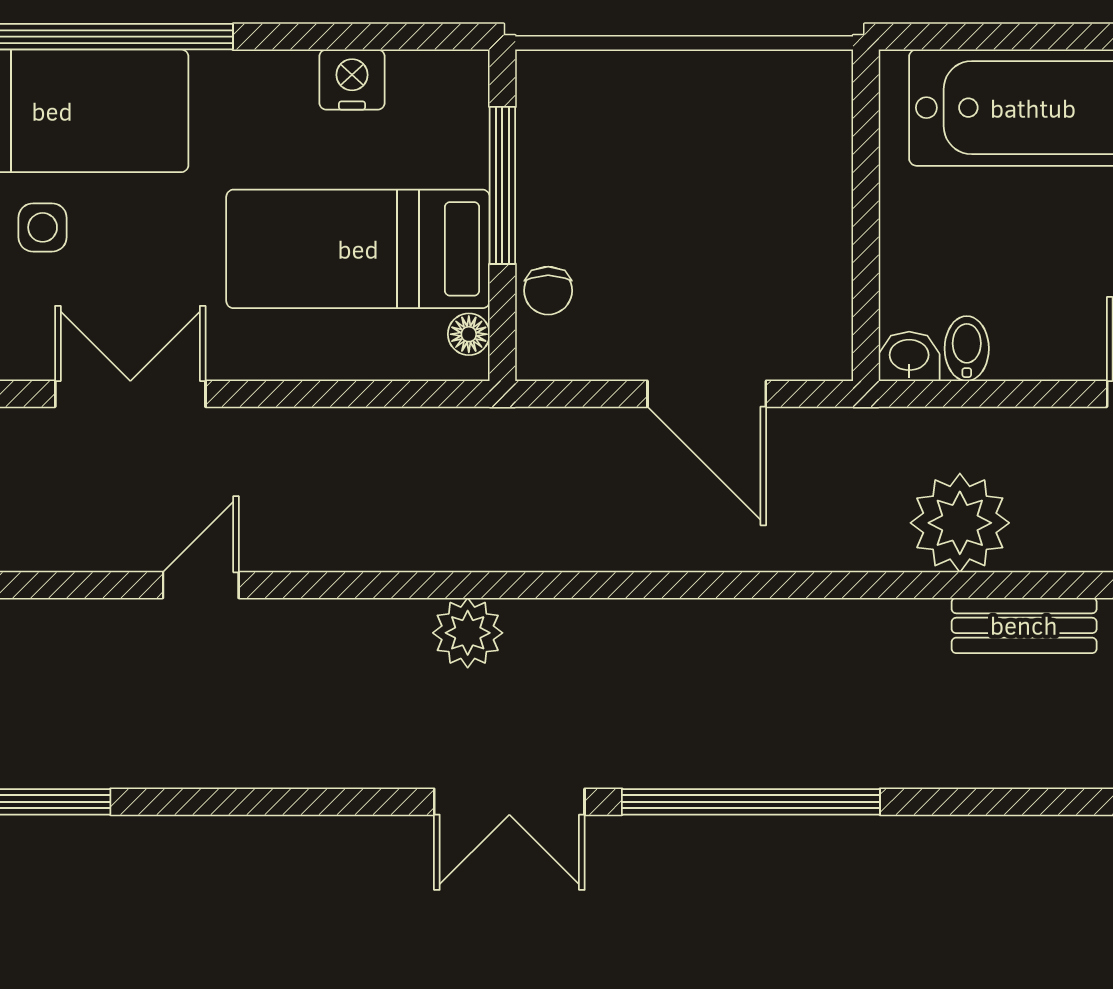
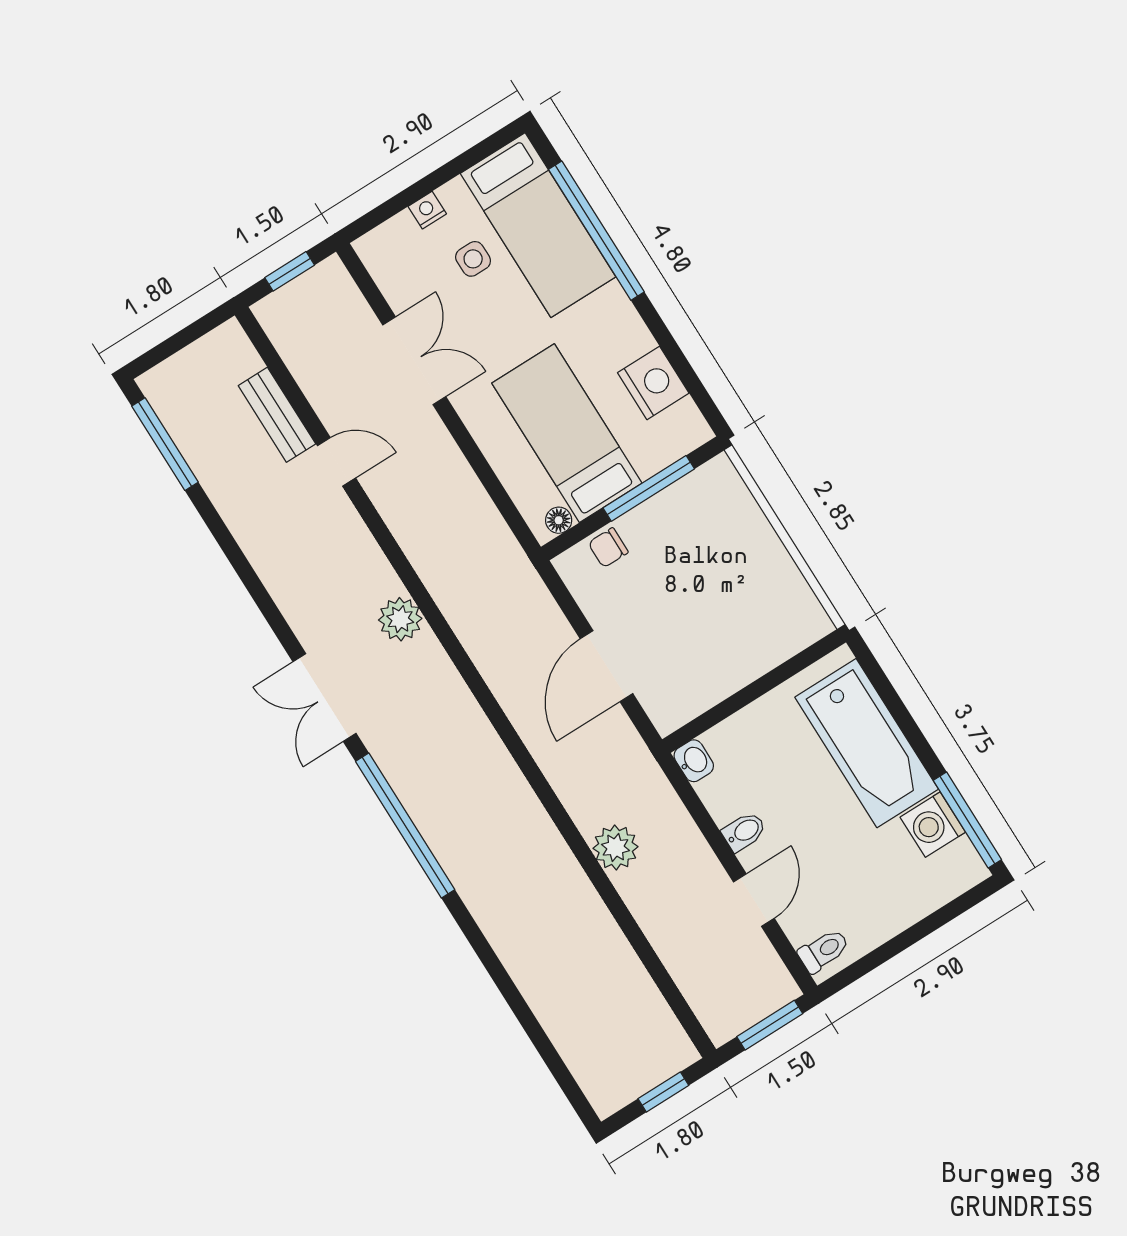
nightstand: (352, 80) -> (653, 383), width x1.36, depth x1.33
bidet: (967, 349) -> (744, 832), moved
plant: (960, 523) -> (616, 847), width x0.73, depth x0.73
bench: (1024, 625) -> (277, 415), moved

